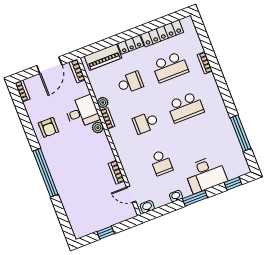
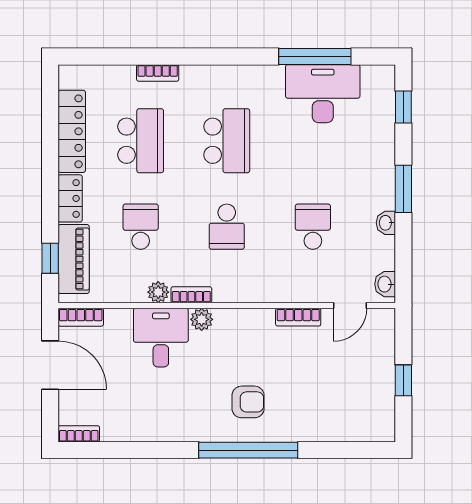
window: (99, 46) -> (50, 258), added
armchair: (48, 127) -> (248, 402), moved
school desk: (161, 163) -> (313, 227), turned -90
desk: (206, 174) -> (323, 94), moved, turned -90

